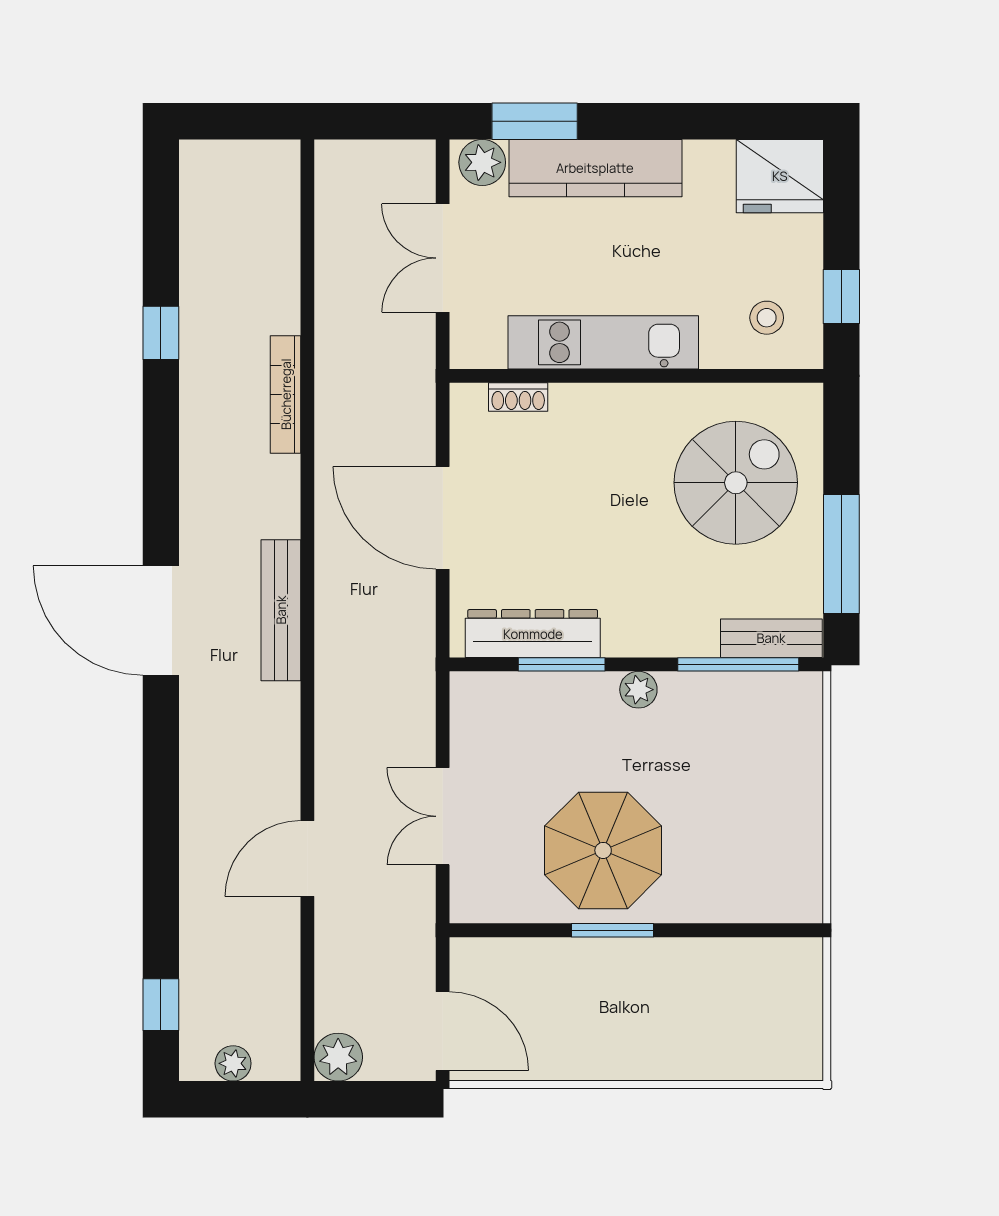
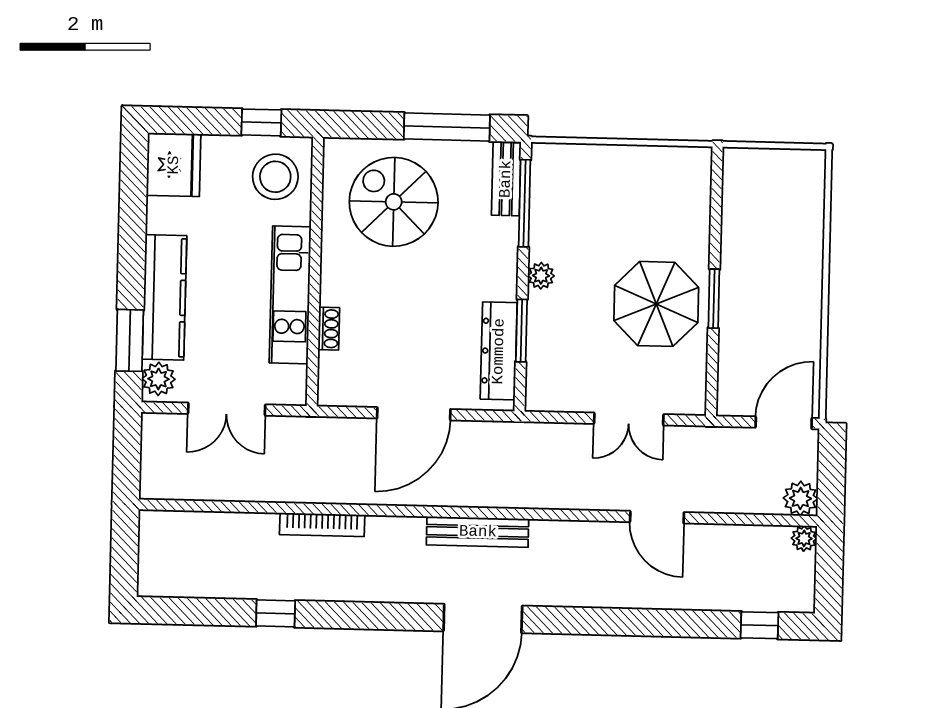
stool: (767, 318) -> (275, 177), width x1.89, depth x1.89
shoe rack: (518, 397) -> (329, 329), moved
plant: (233, 1063) -> (804, 538), moved

